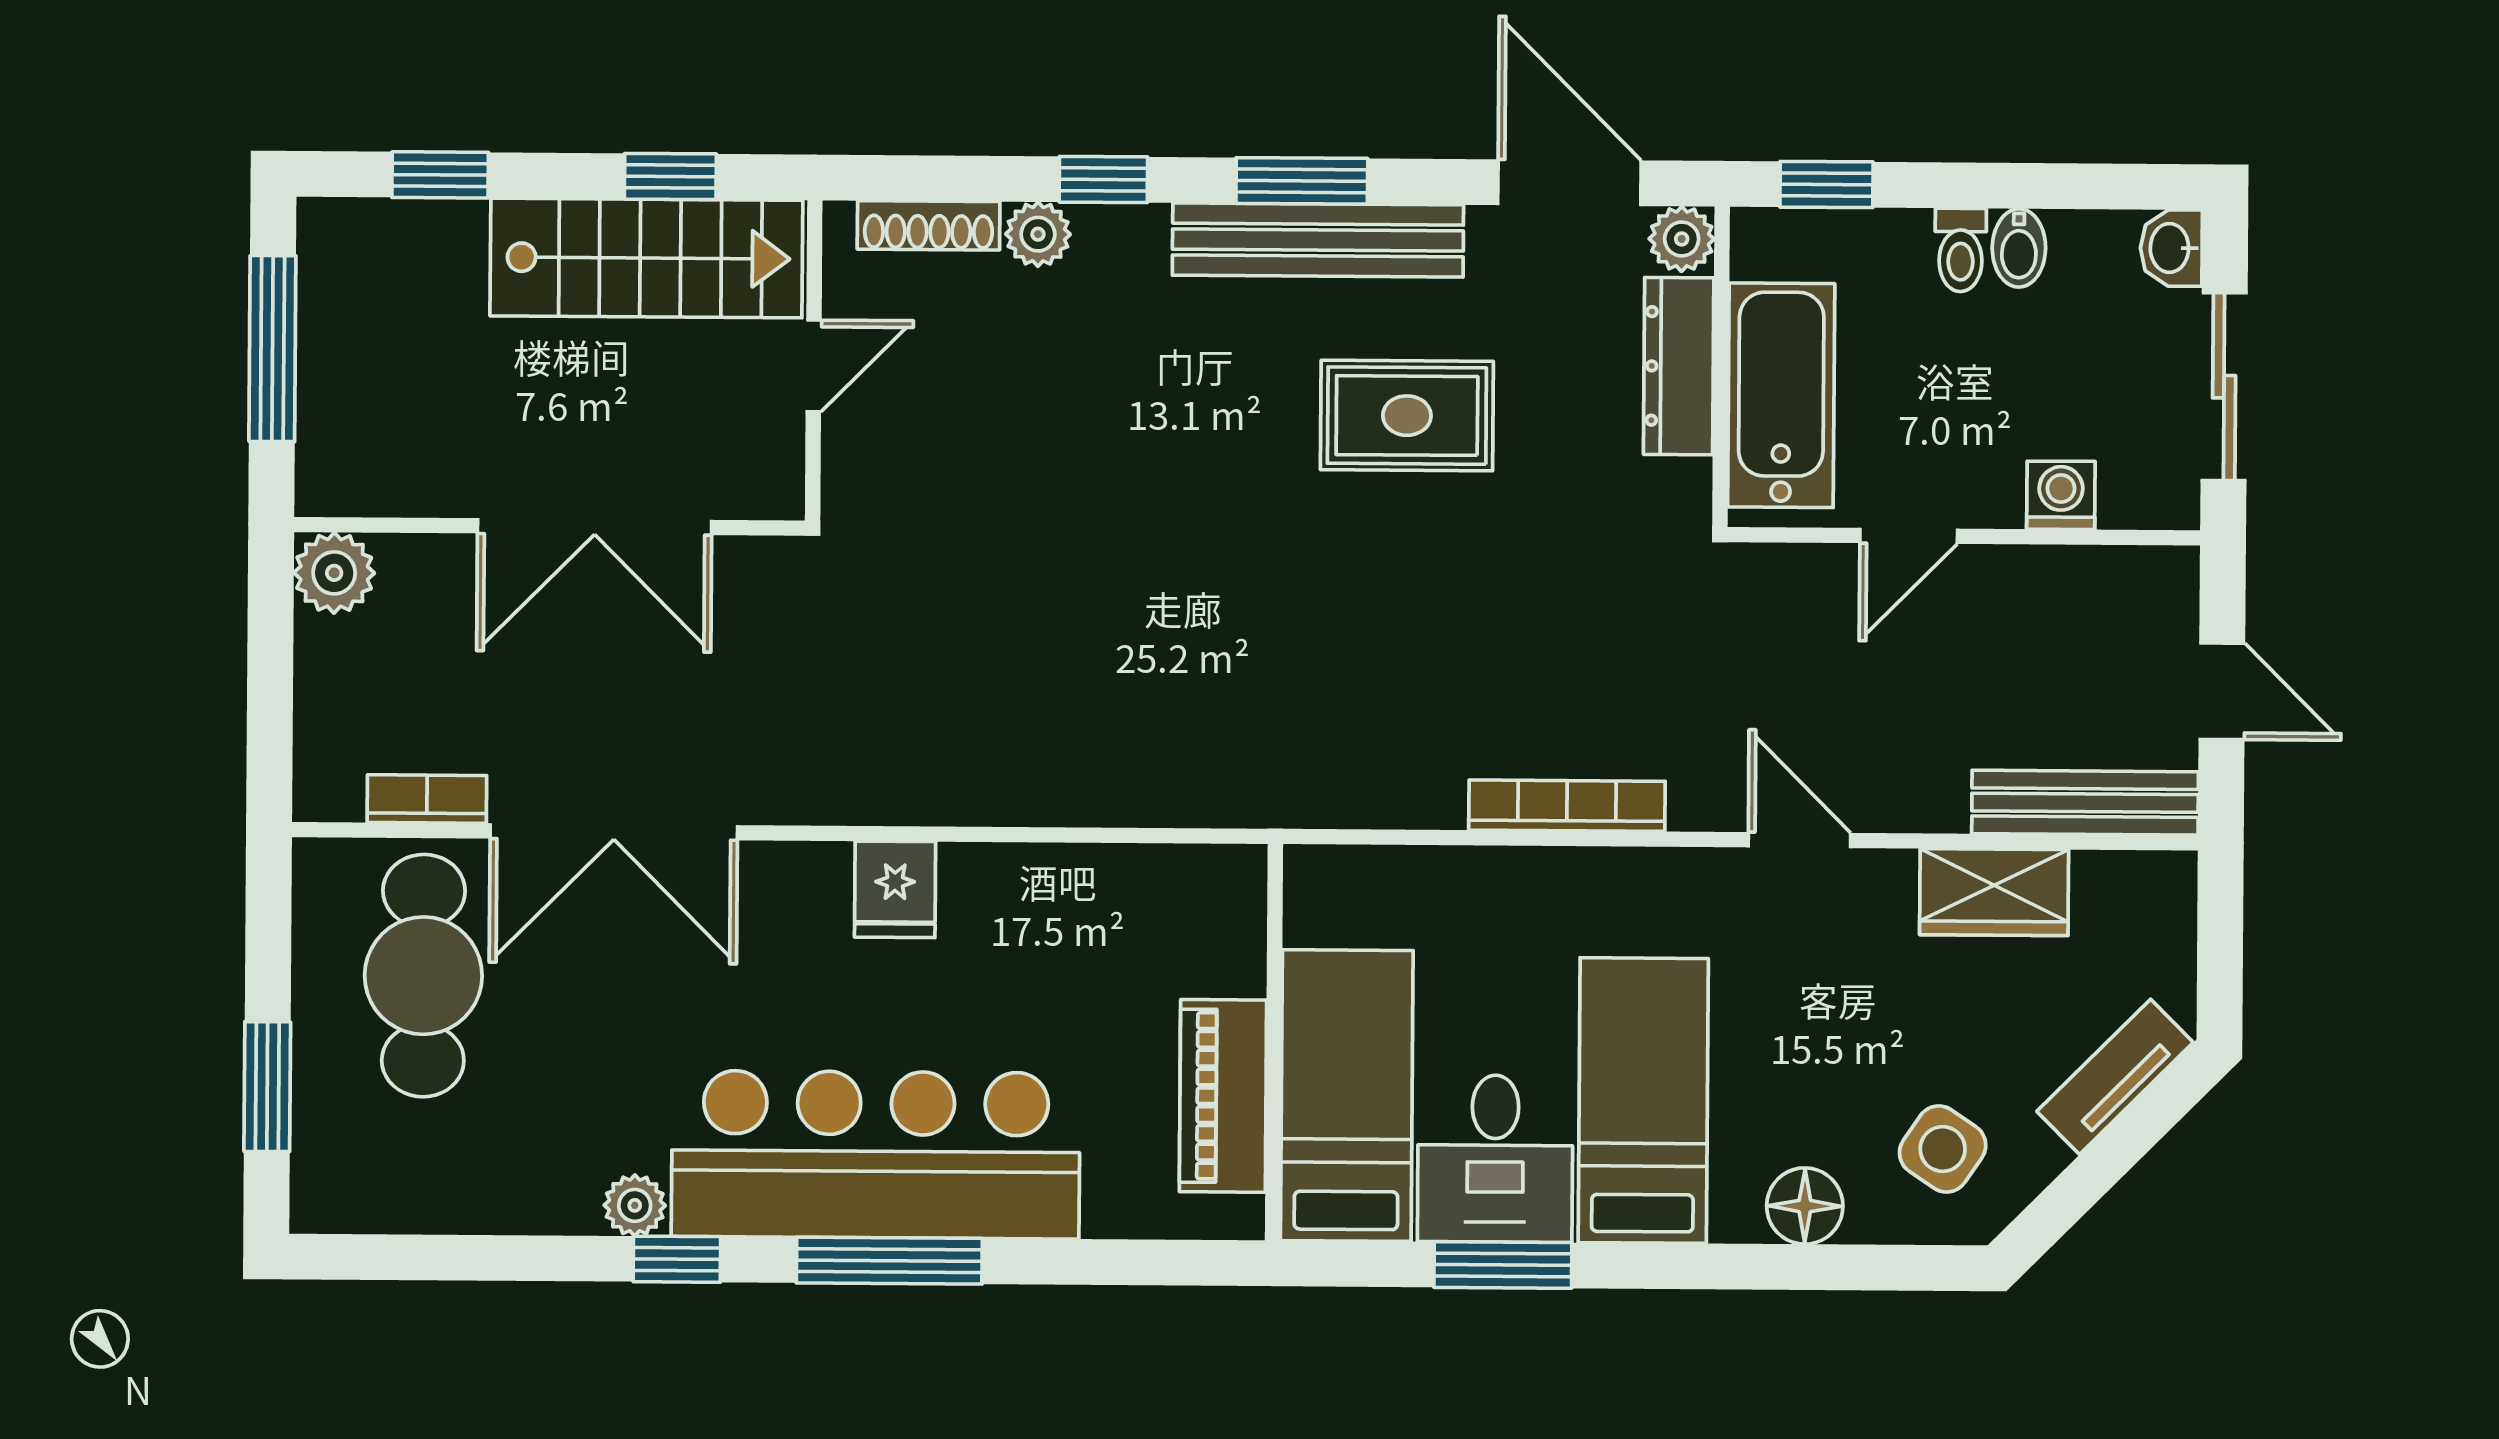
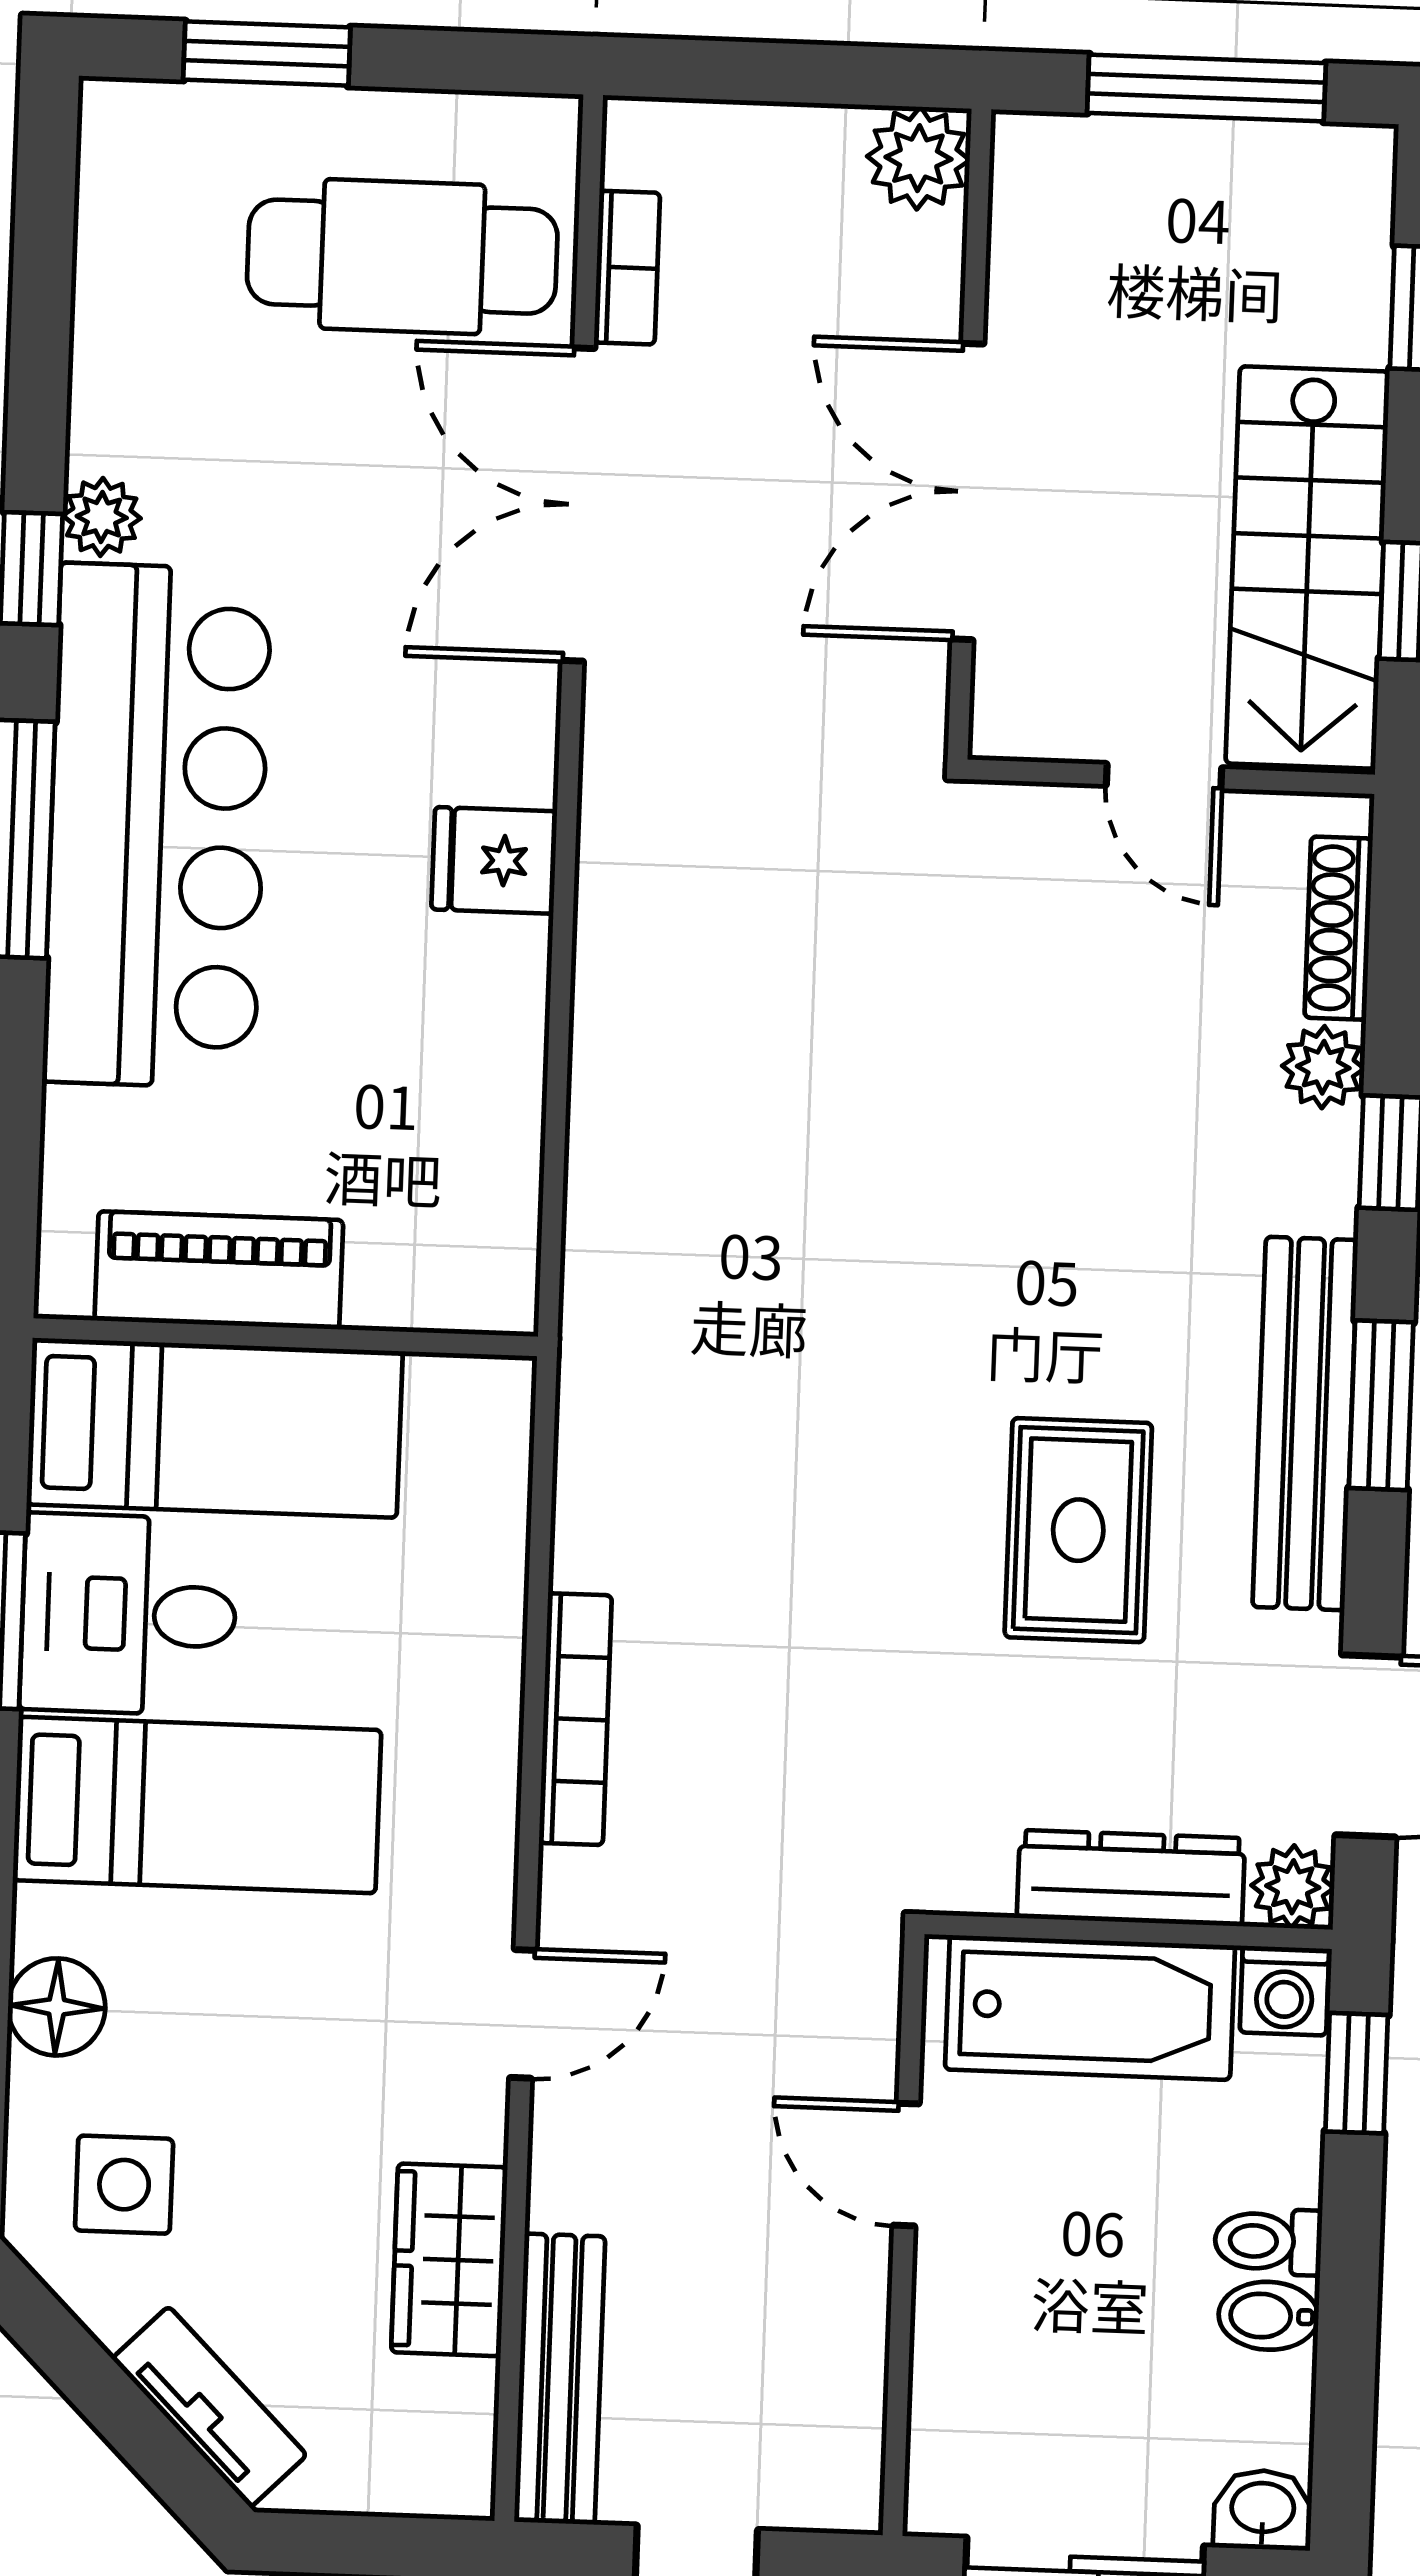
washing machine: (2061, 495) -> (1284, 1991), moved, turned 90
side table: (1943, 1149) -> (124, 2185), turned -34

